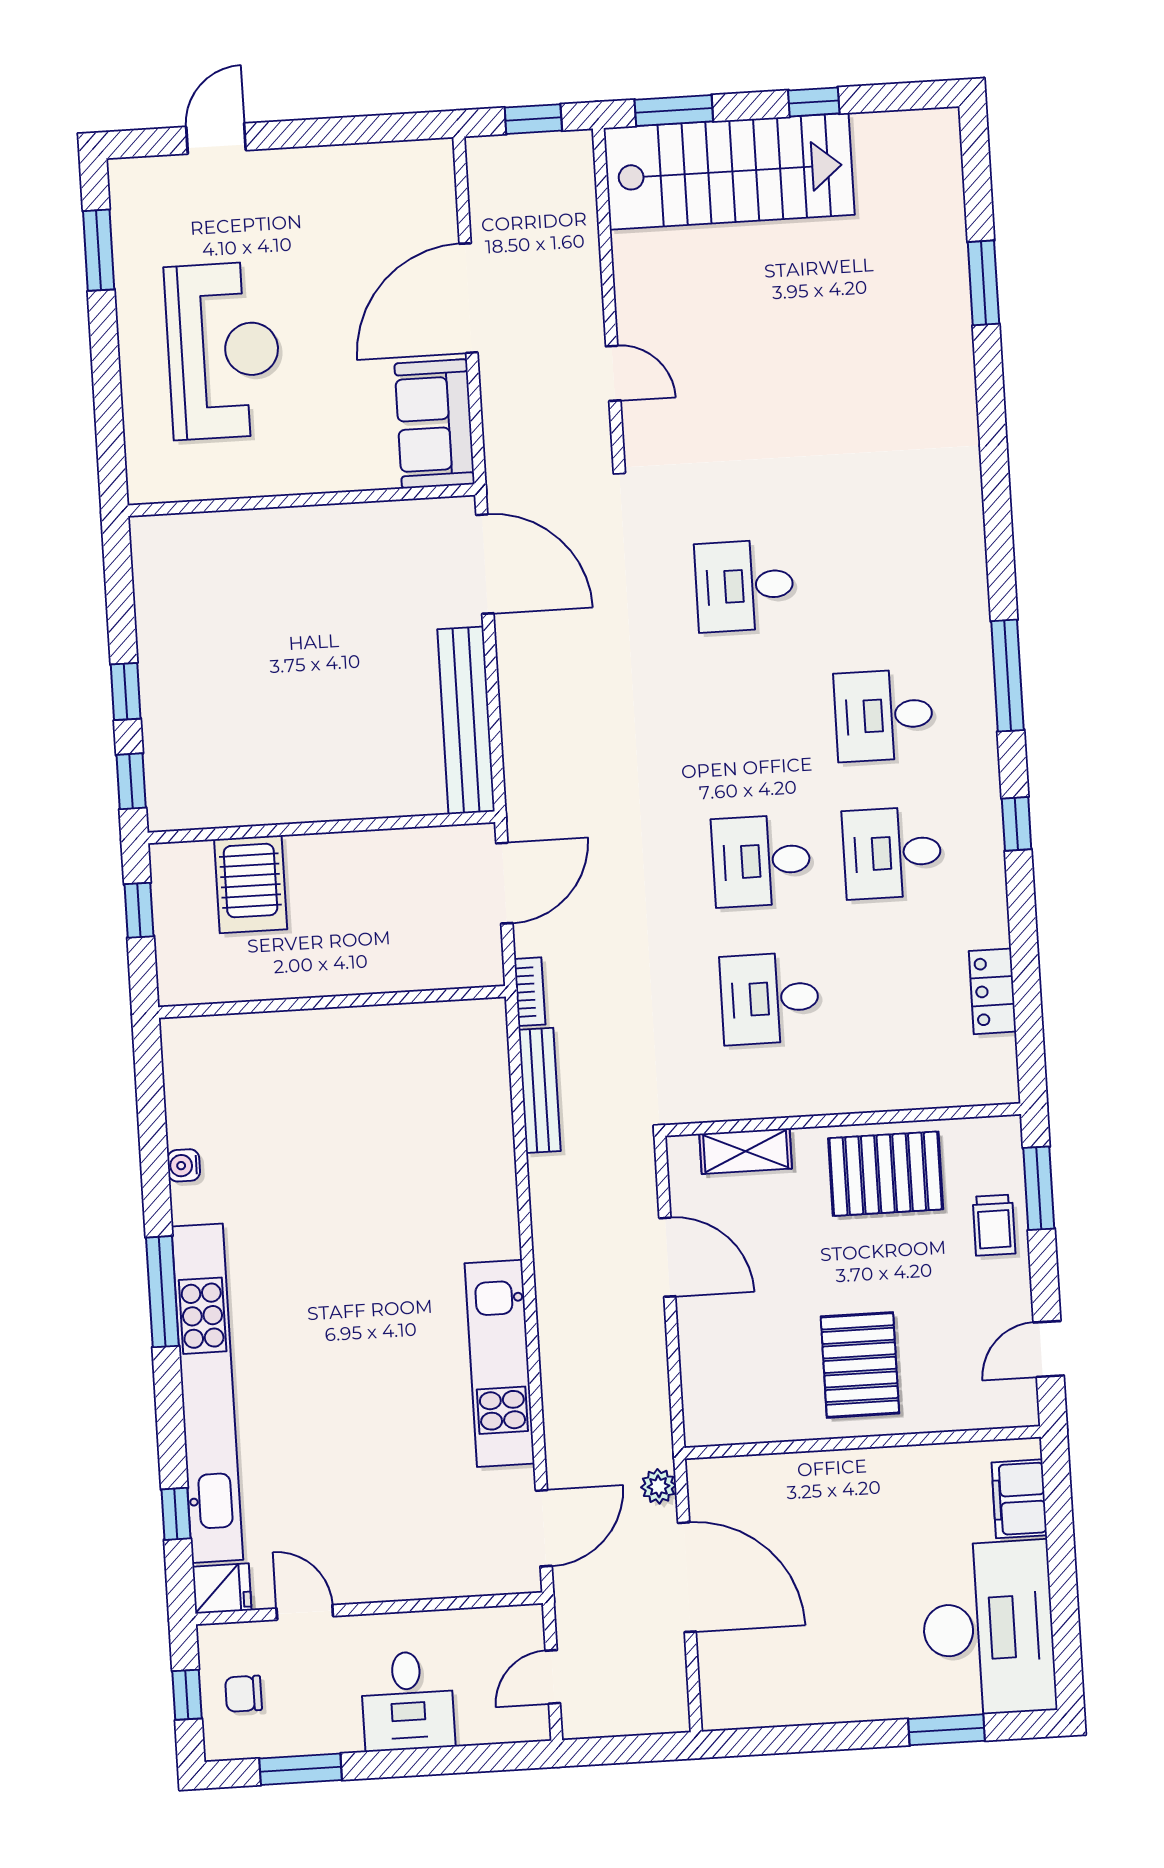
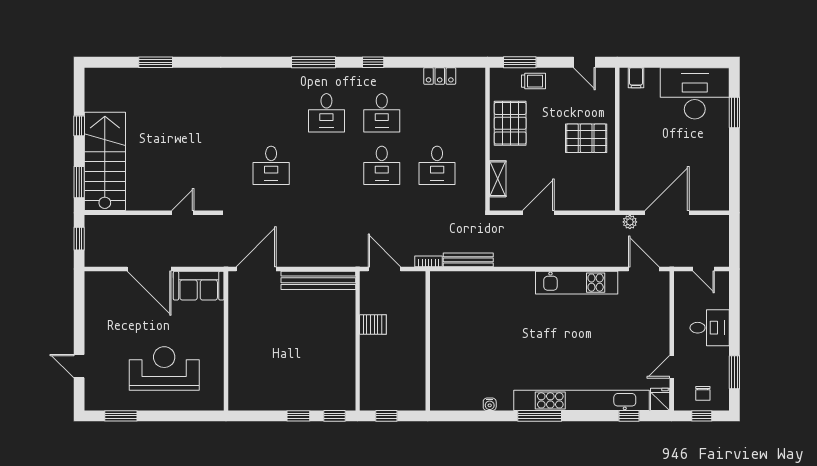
server rack: (251, 884) -> (373, 325), moved, width x0.73, depth x0.70
filing cabinet: (1019, 1499) -> (636, 78), width x0.50

